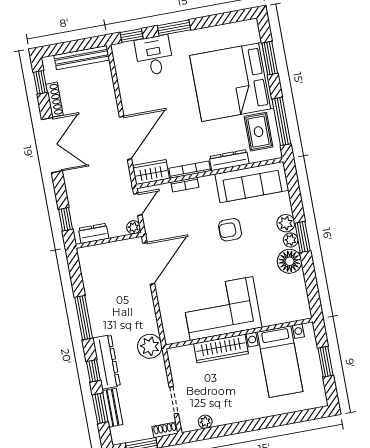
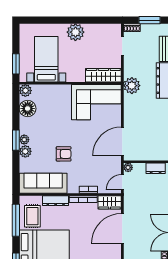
floor lamp: (289, 261) -> (28, 109), moved
corner sofa: (222, 308) -> (96, 102), moved
plant: (302, 311) -> (25, 91), added
wardrobe: (221, 349) -> (103, 75), moved
window: (325, 362) -> (16, 64), moved
plant: (205, 422) -> (75, 32), moved, width x1.87, depth x1.87

